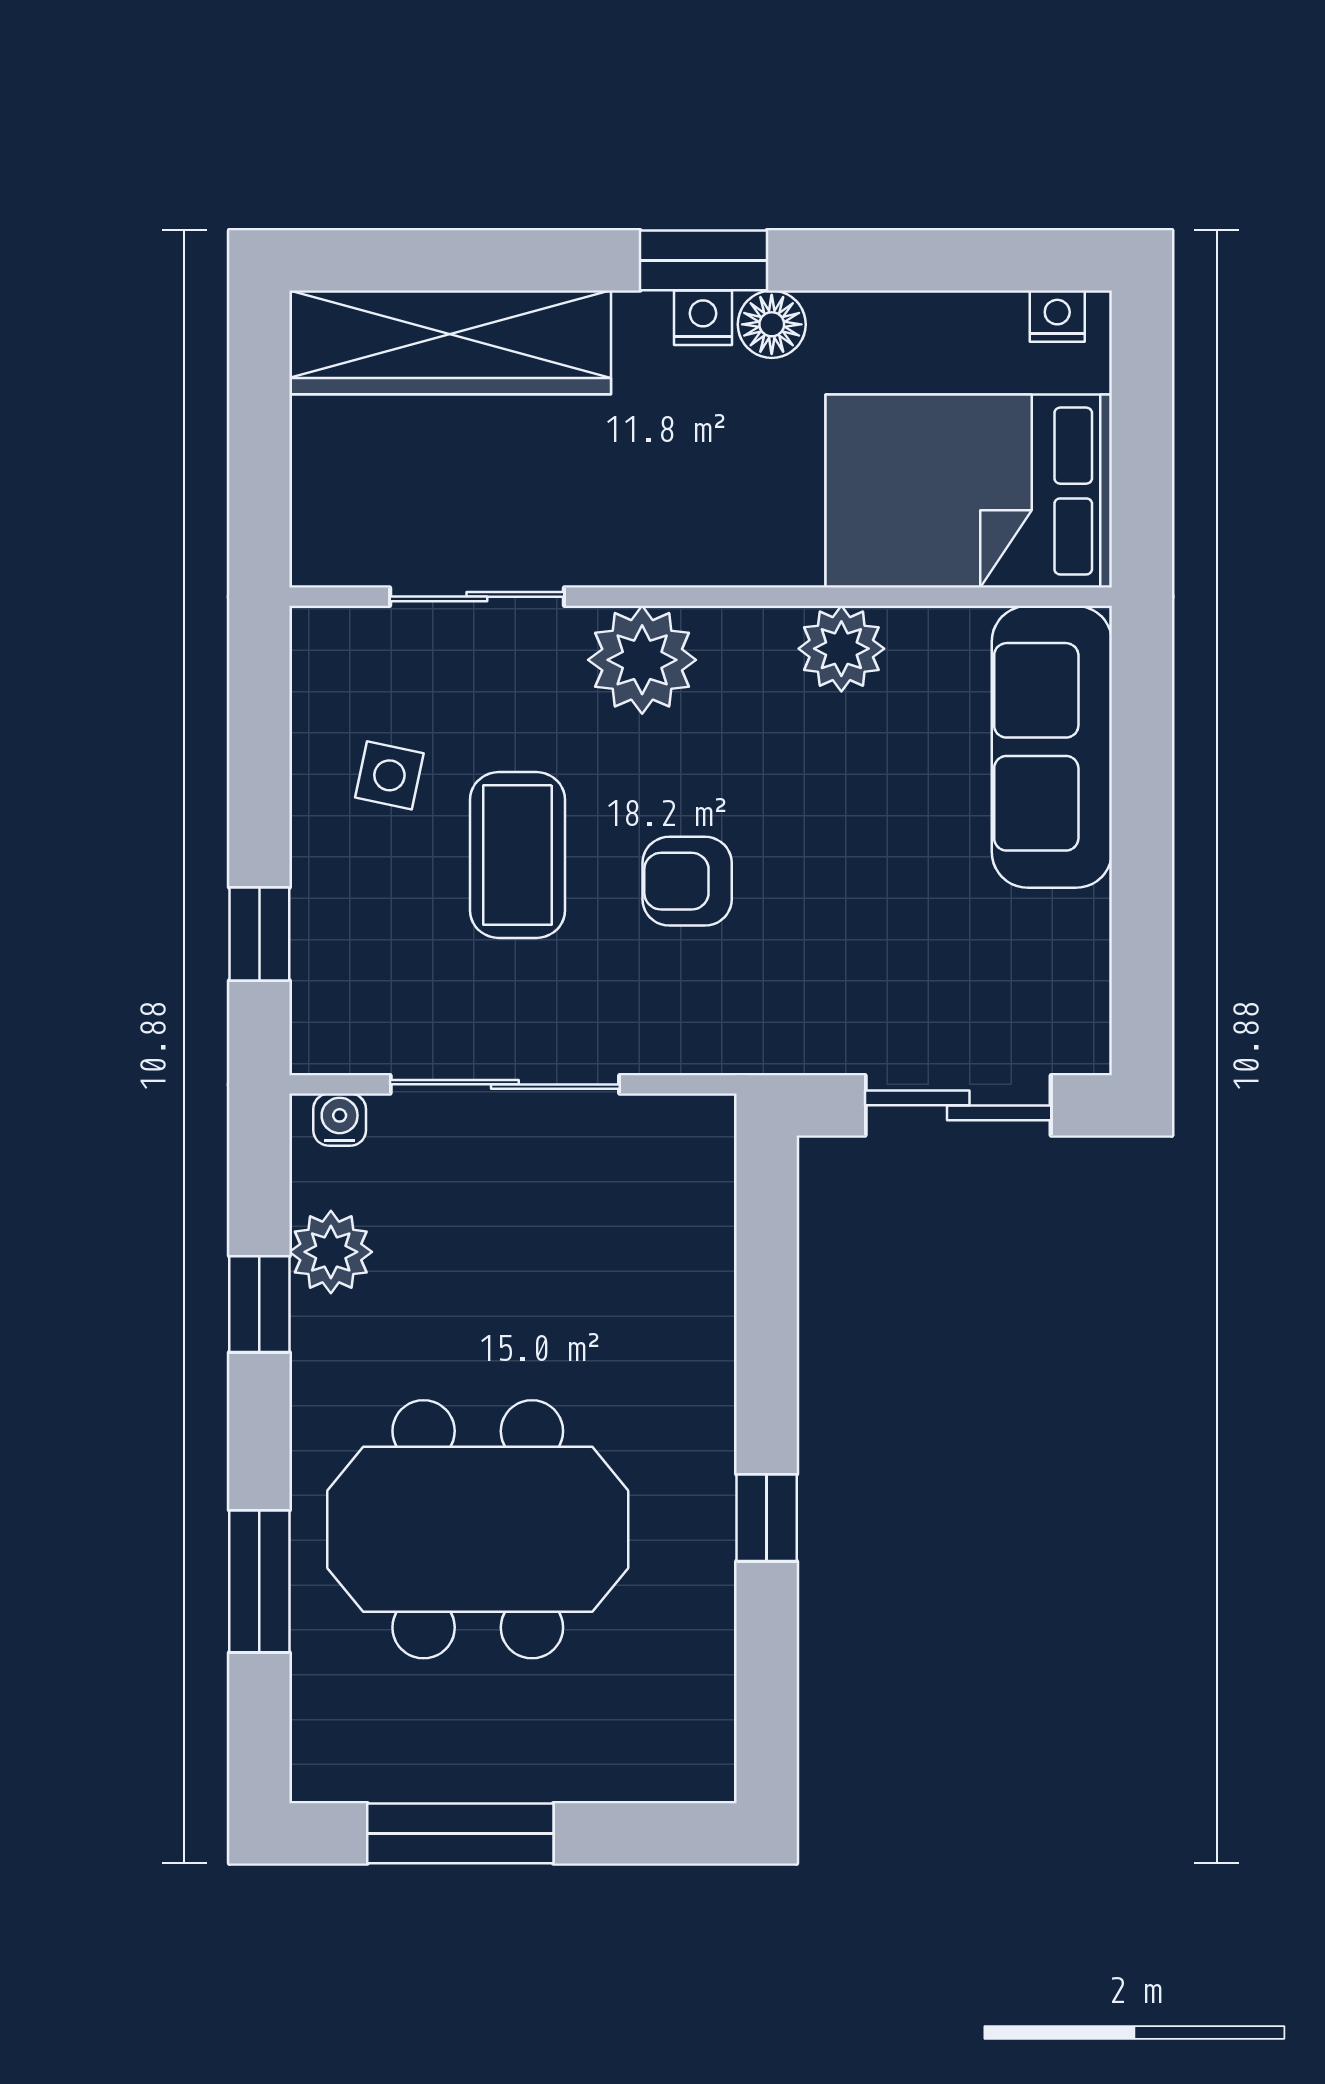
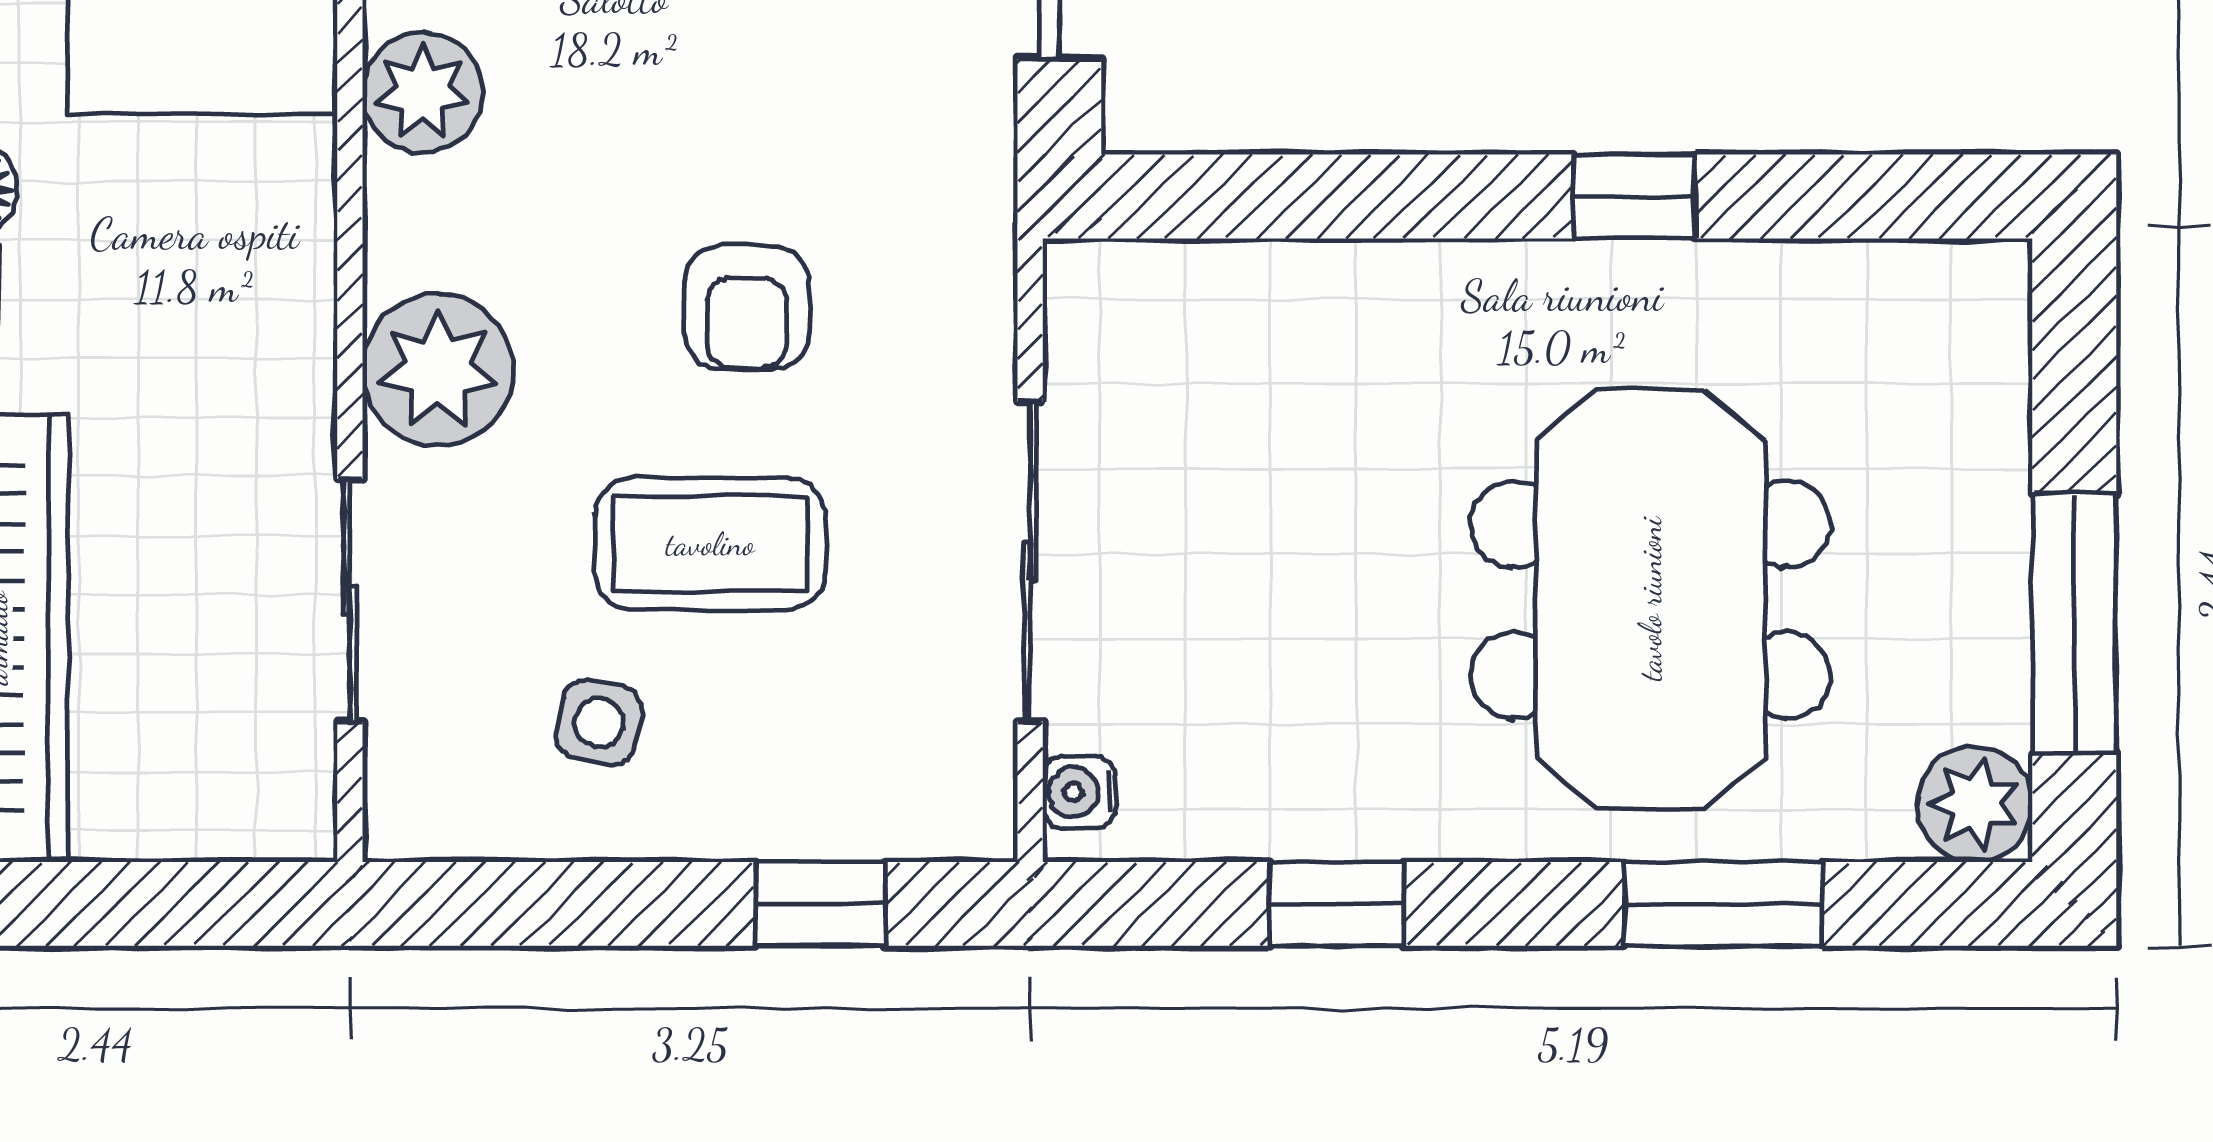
plant: (331, 1252) -> (1975, 804), moved

